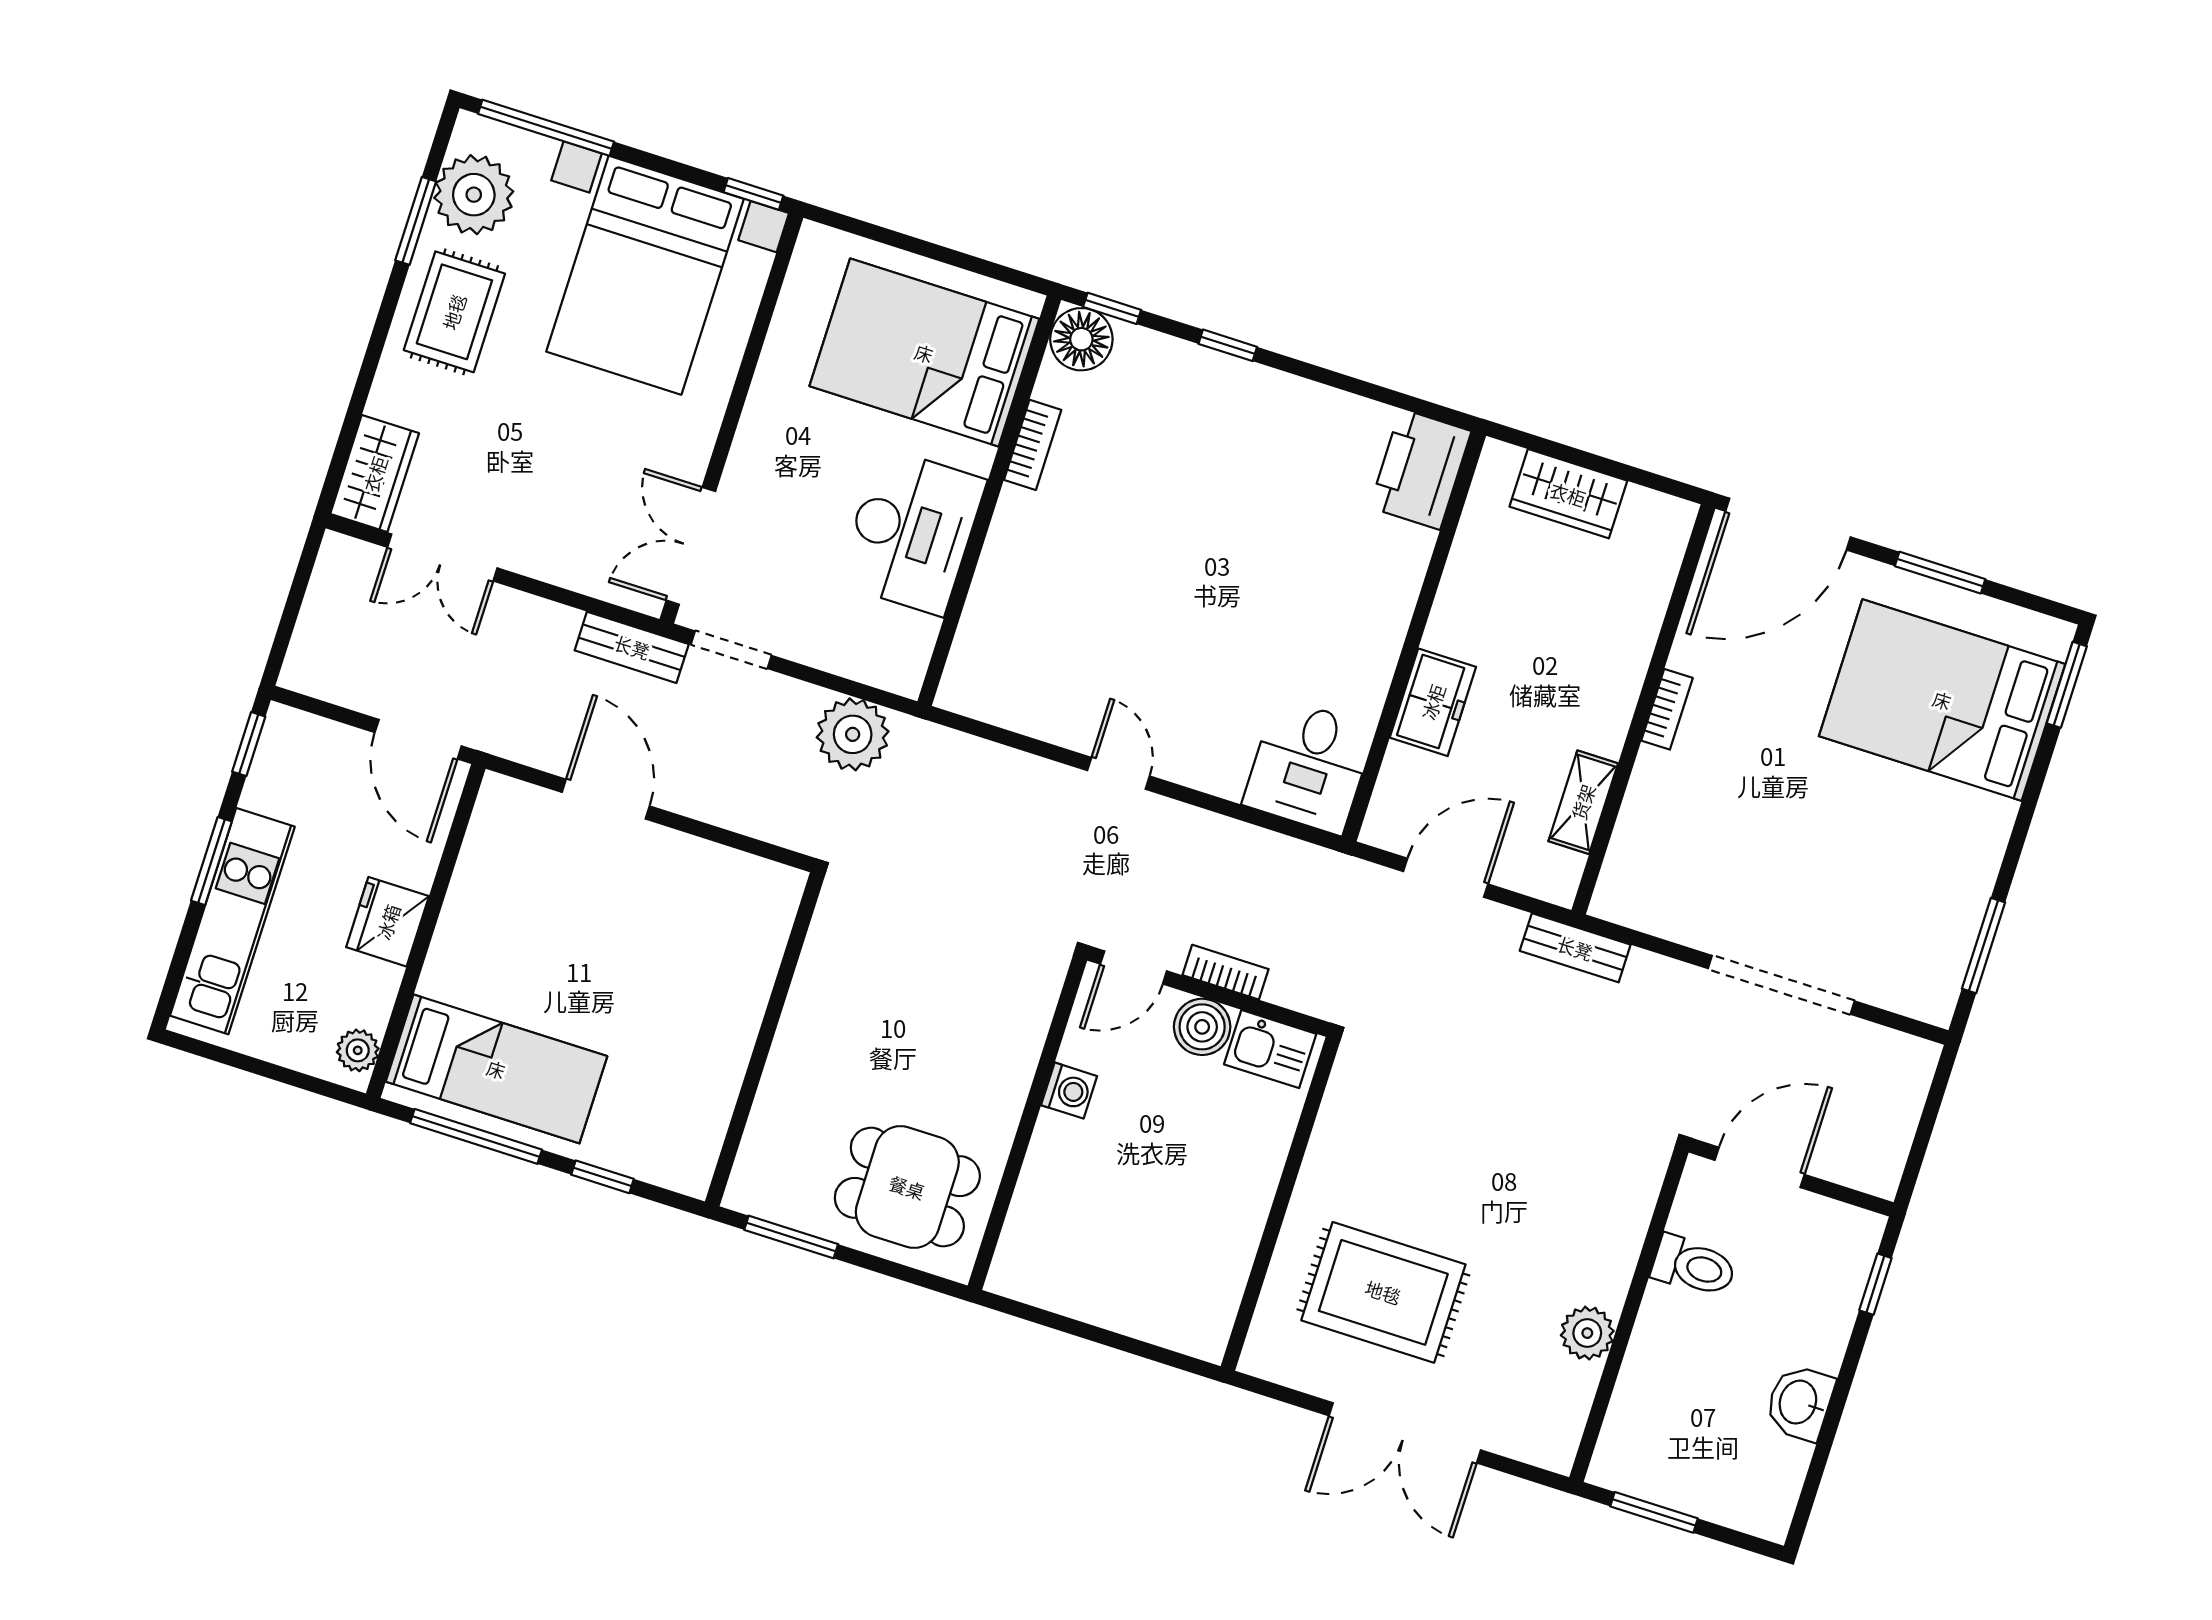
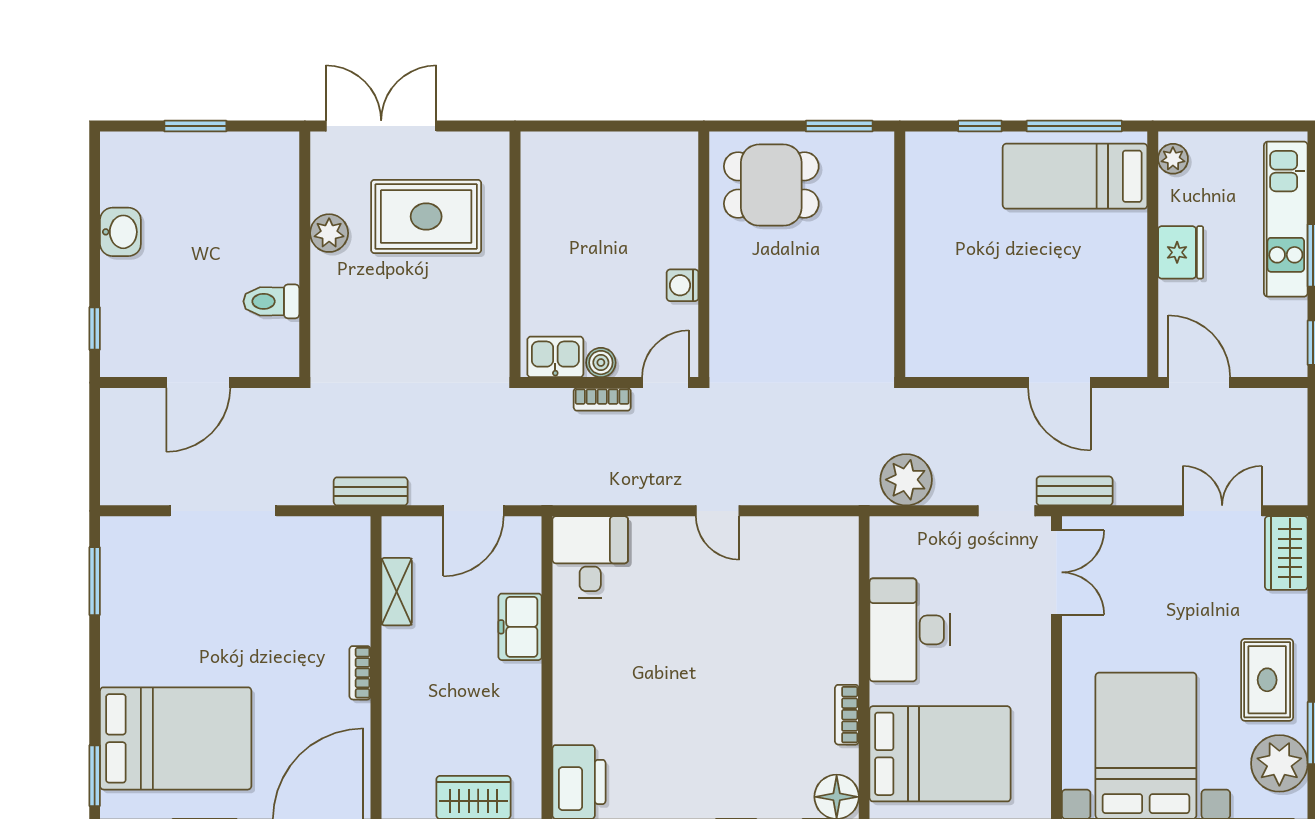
boiler: (1202, 1027) -> (601, 363), width x0.73, depth x0.73
toilet: (1694, 1266) -> (271, 301), moved
wall: (1629, 1315) -> (305, 254), moved
plant: (1587, 1333) -> (329, 233), moved

